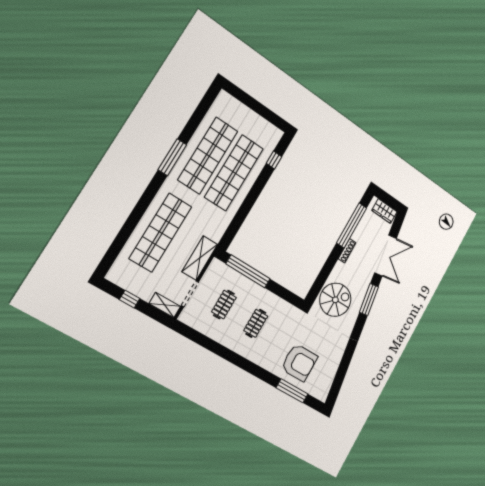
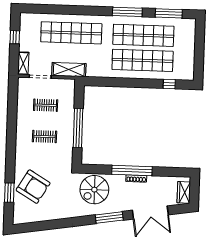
window: (200, 114) -> (169, 13), added
window: (352, 225) -> (132, 170), moved
window: (248, 271) -> (78, 128), moved
spiral stairs: (335, 300) -> (94, 190), turned 90
armchair: (299, 362) -> (33, 187), turned -59
window: (292, 391) -> (9, 193), width x0.69

